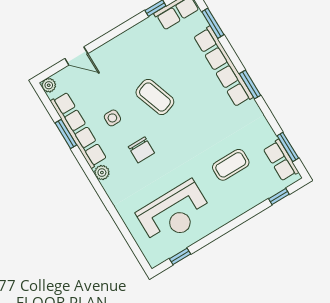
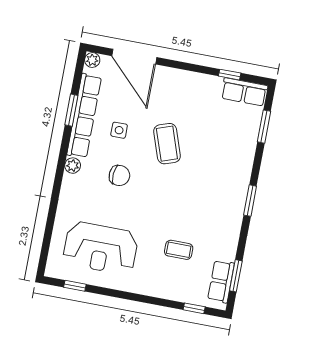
door: (76, 56) -> (134, 57), width x1.88
row of seats: (223, 67) -> (242, 168), removed
chair: (141, 150) -> (119, 175), turned -86
coffee table: (231, 165) -> (179, 250), width x0.73, depth x0.77

